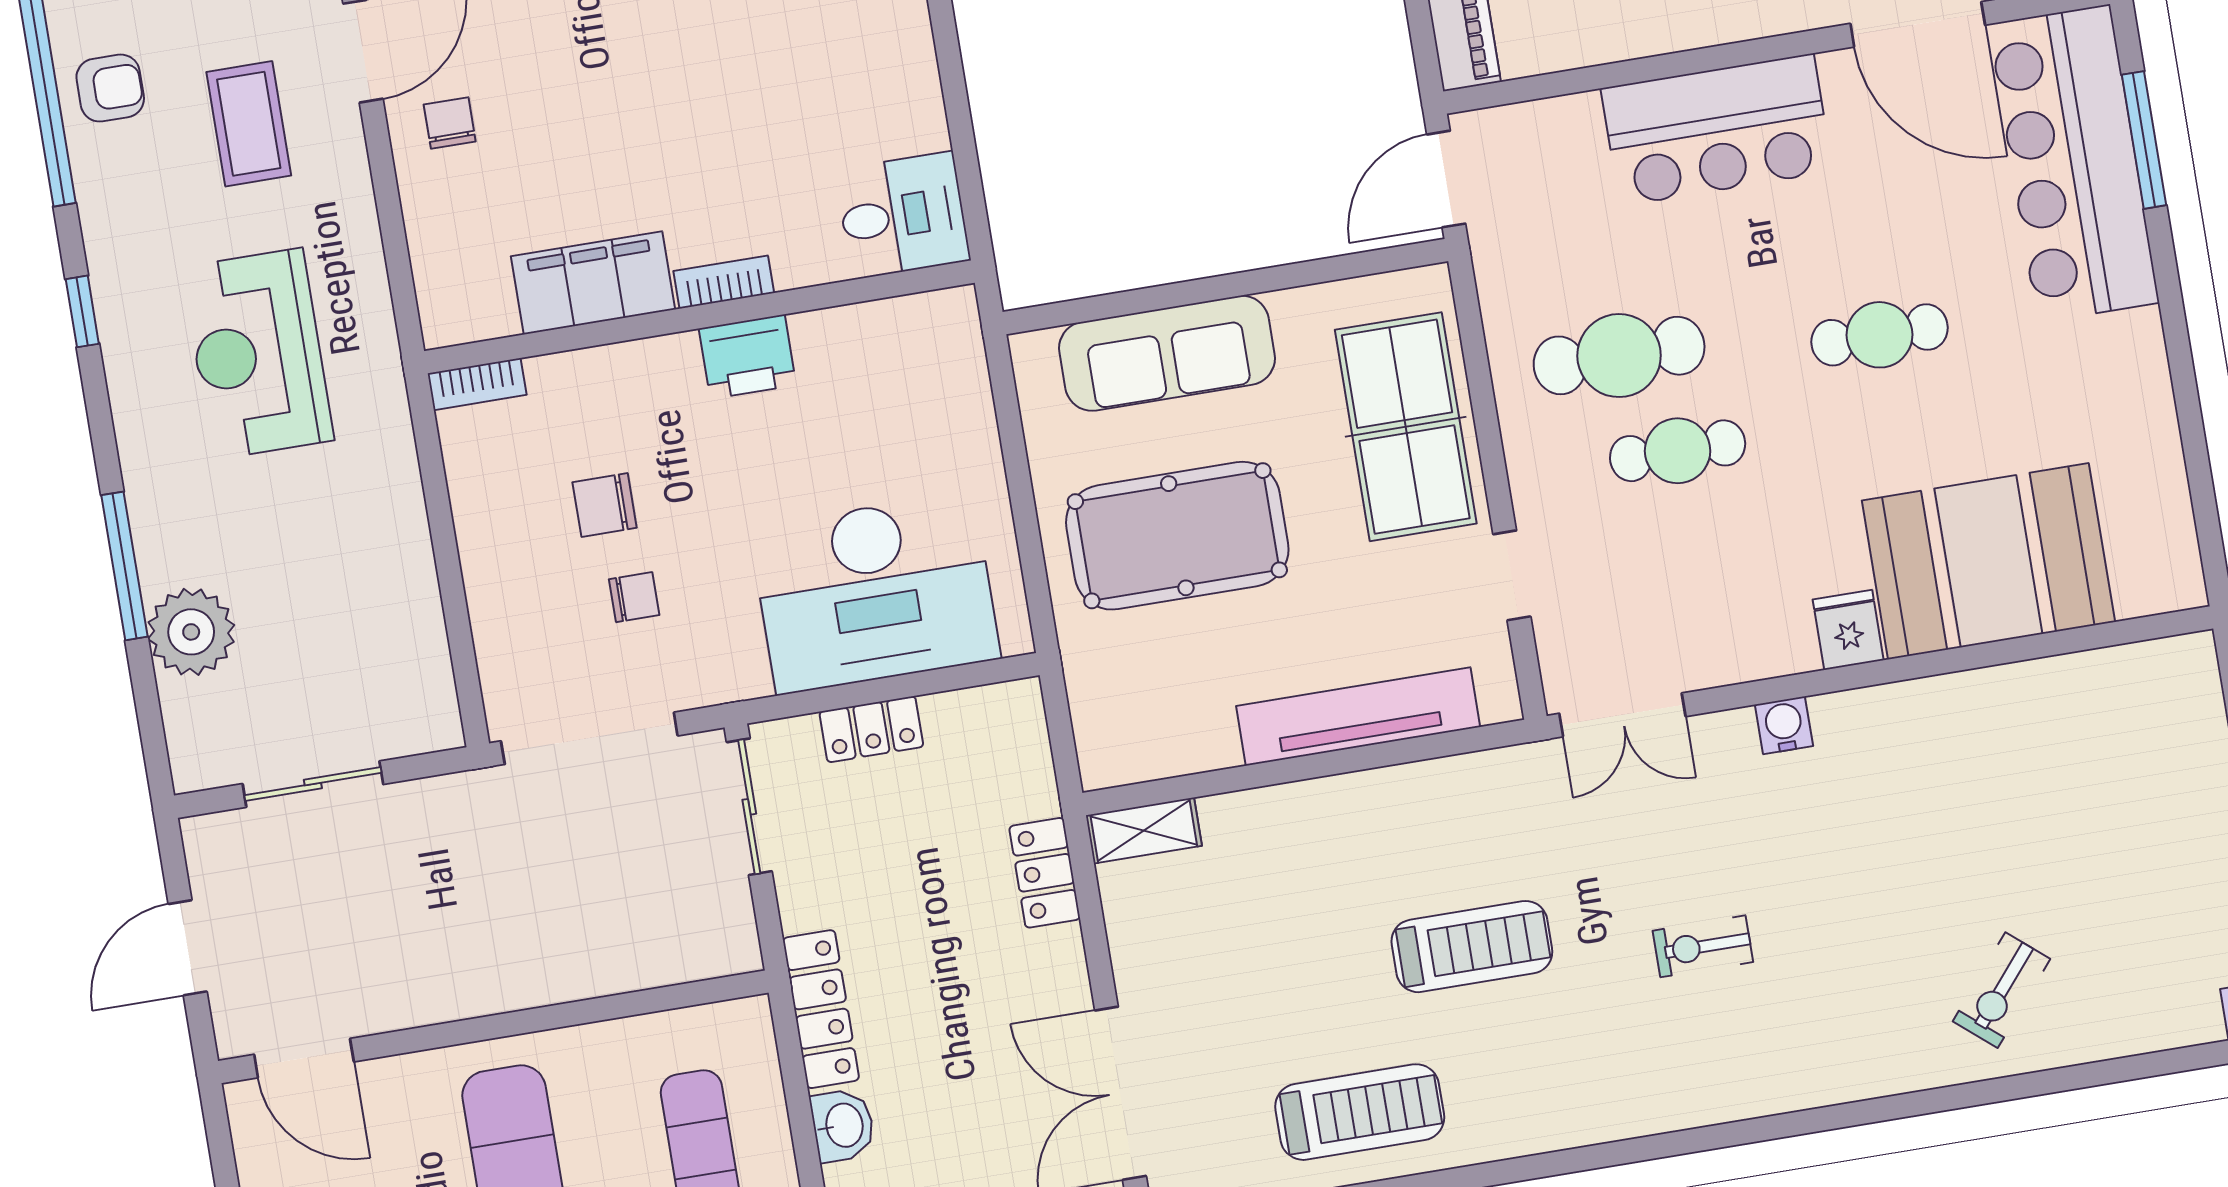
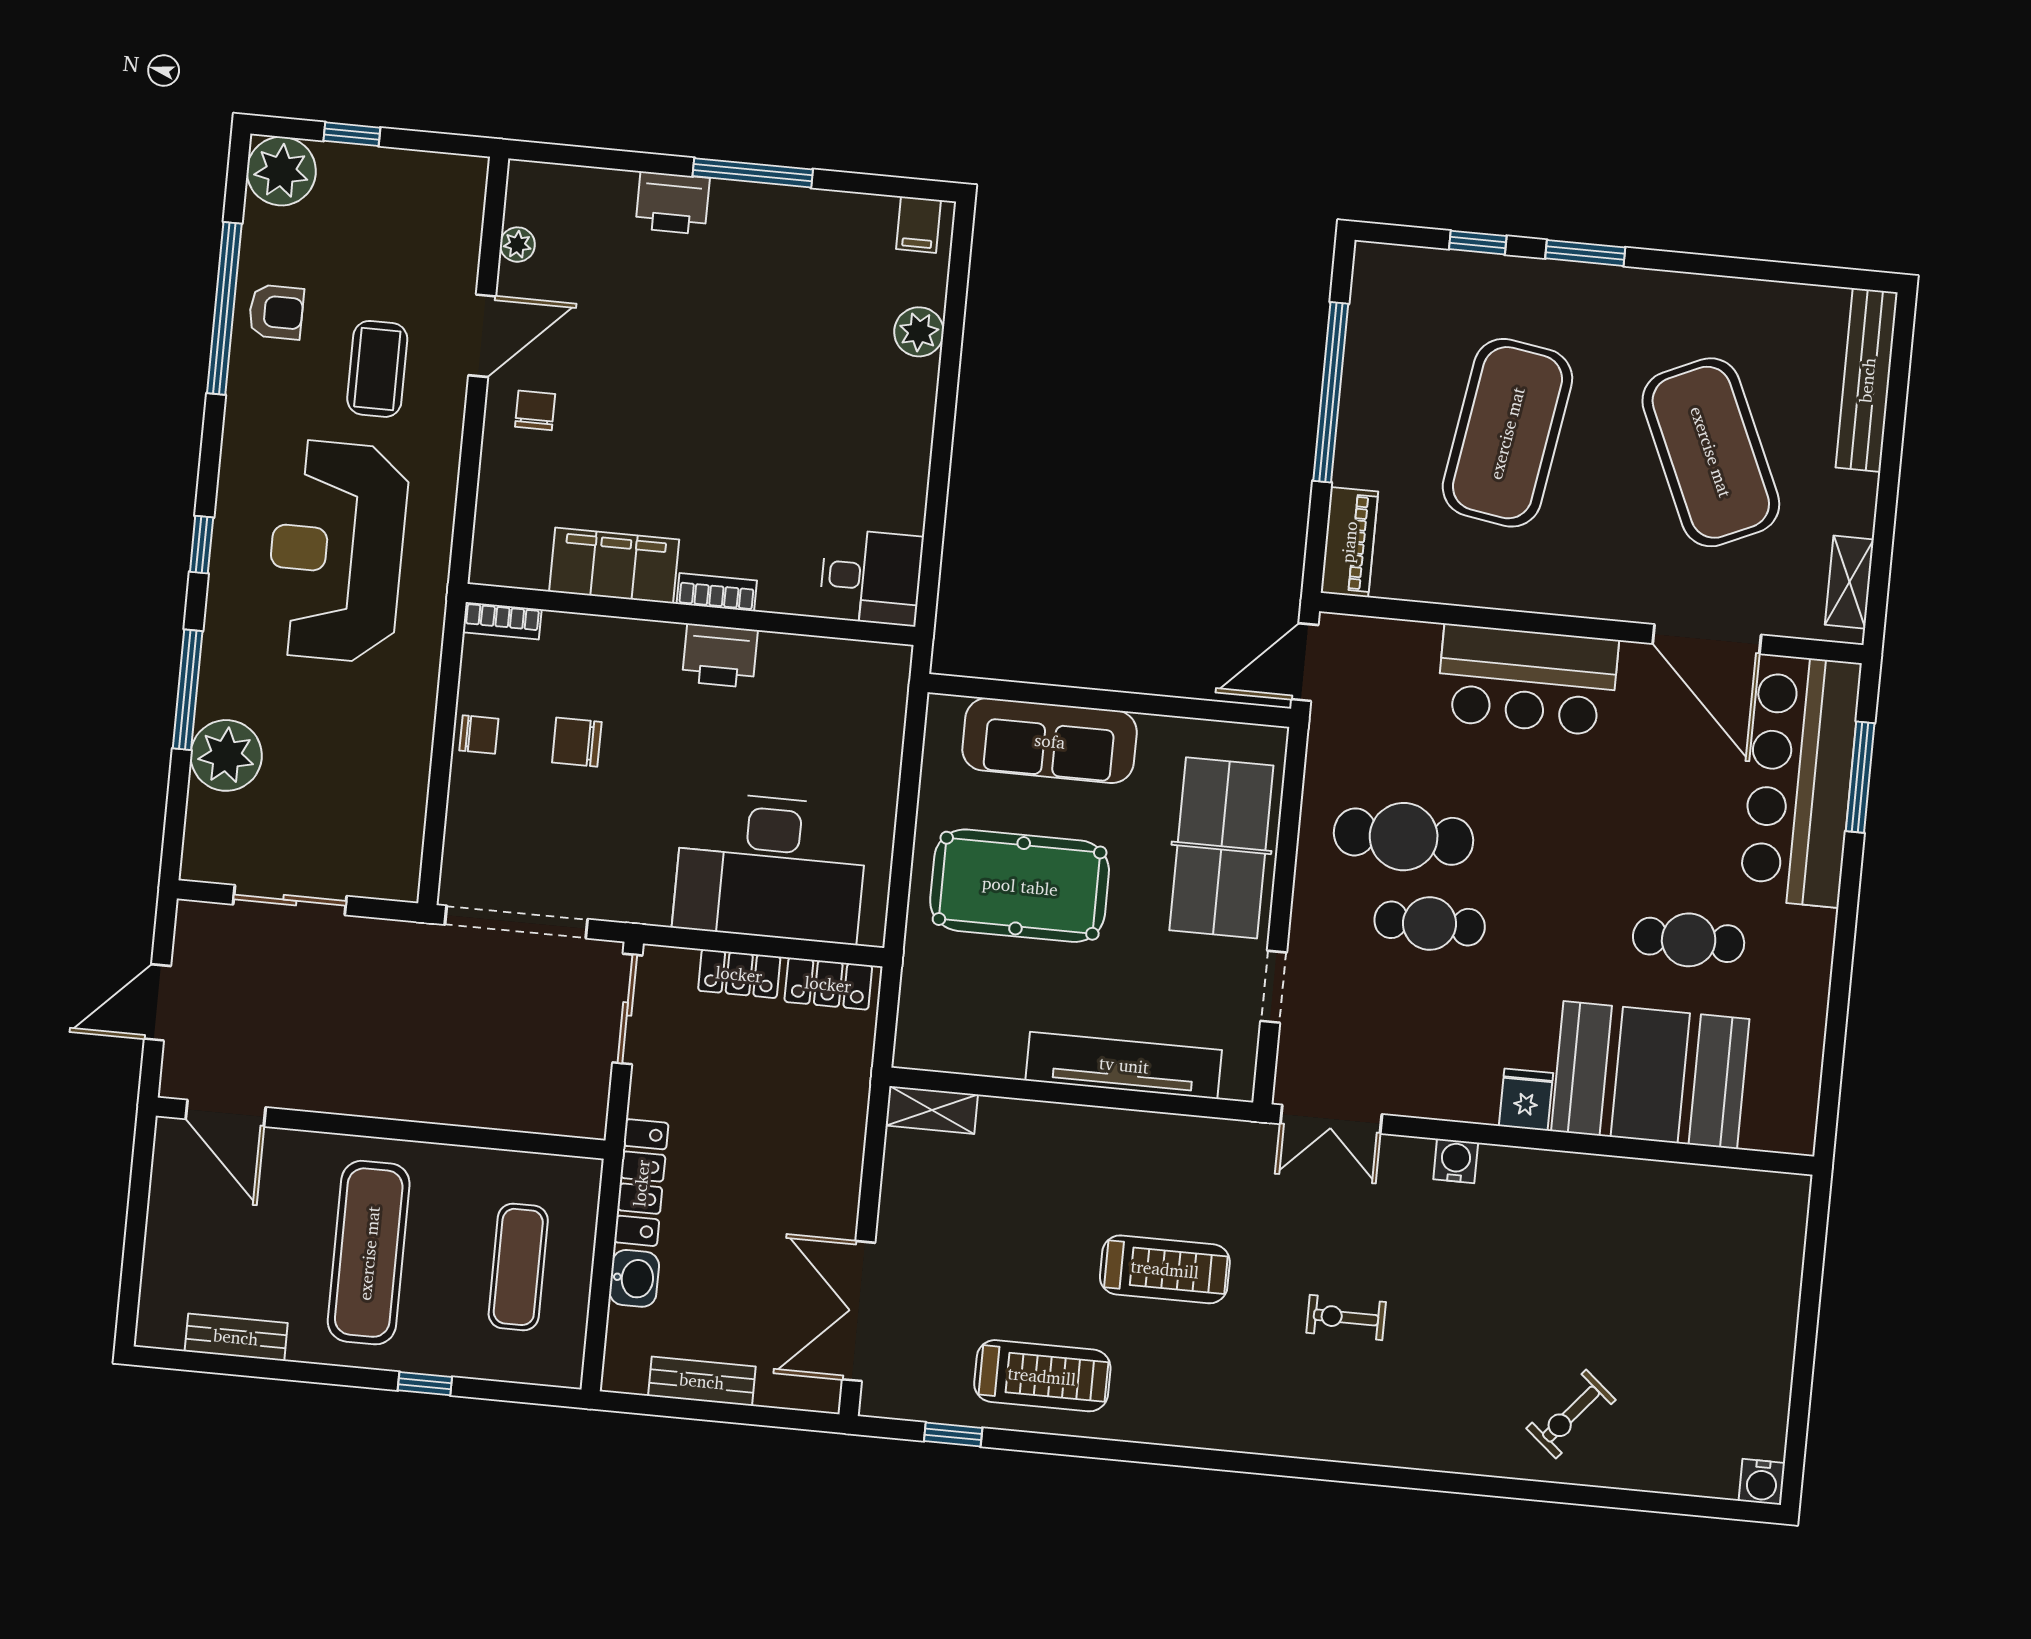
window: (82, 311) -> (202, 545), moved
cafe table: (1880, 335) -> (1689, 940), moved
reception desk: (258, 354) -> (337, 551), width x1.36, depth x1.30
chair: (634, 597) -> (479, 735), moved
locker: (1045, 873) -> (828, 984), moved, turned -90

